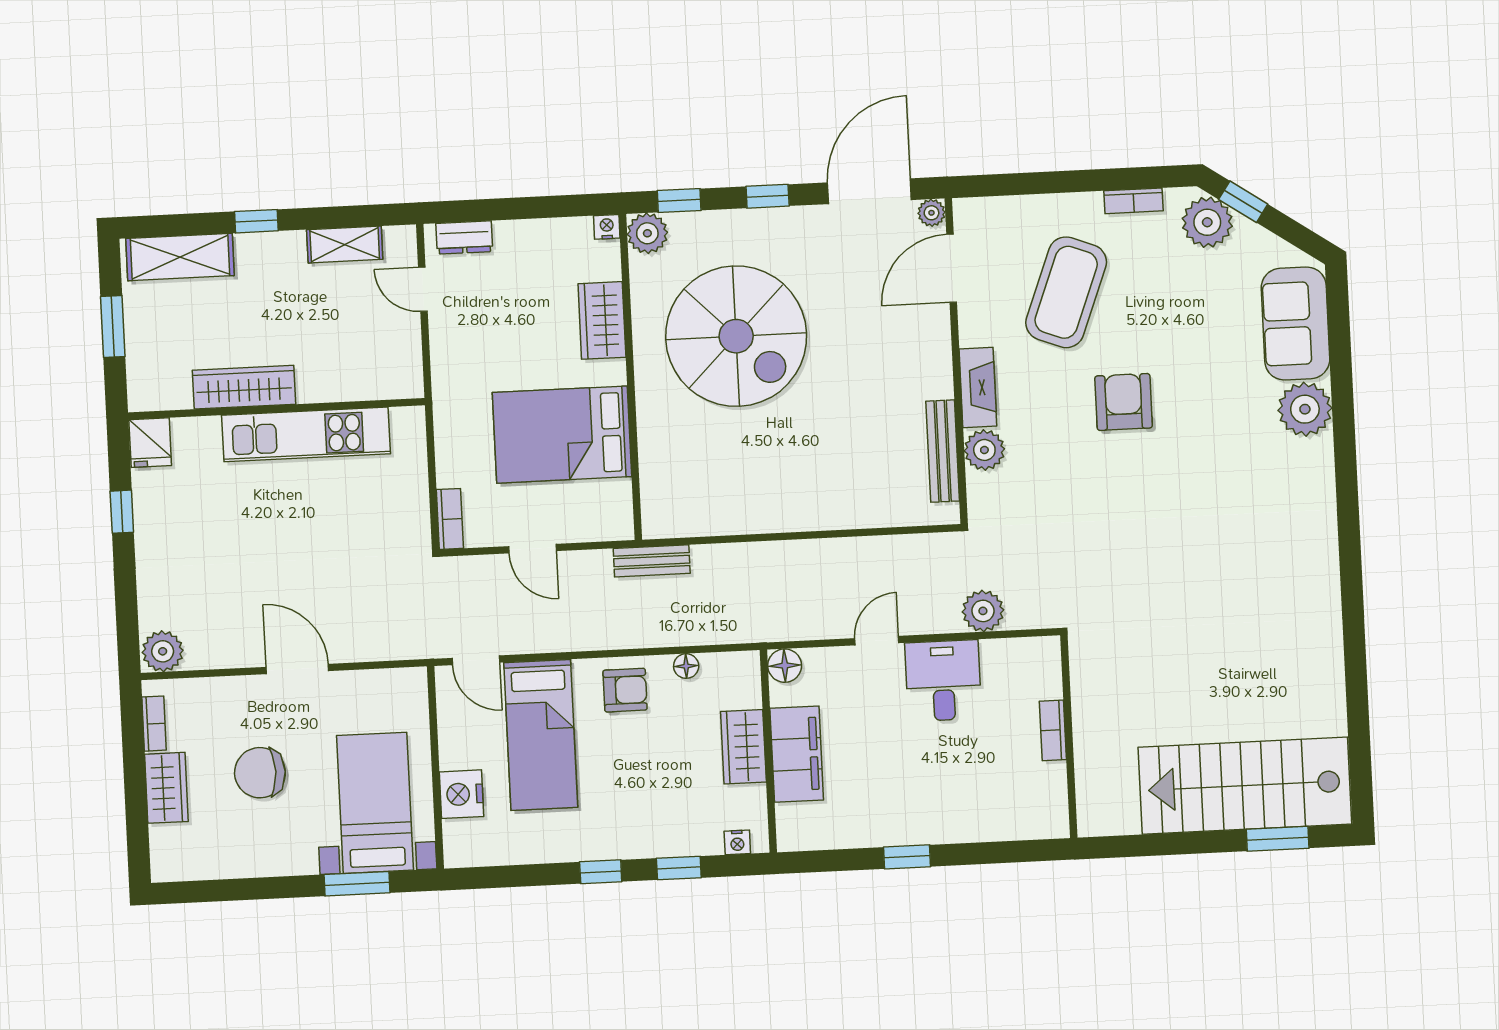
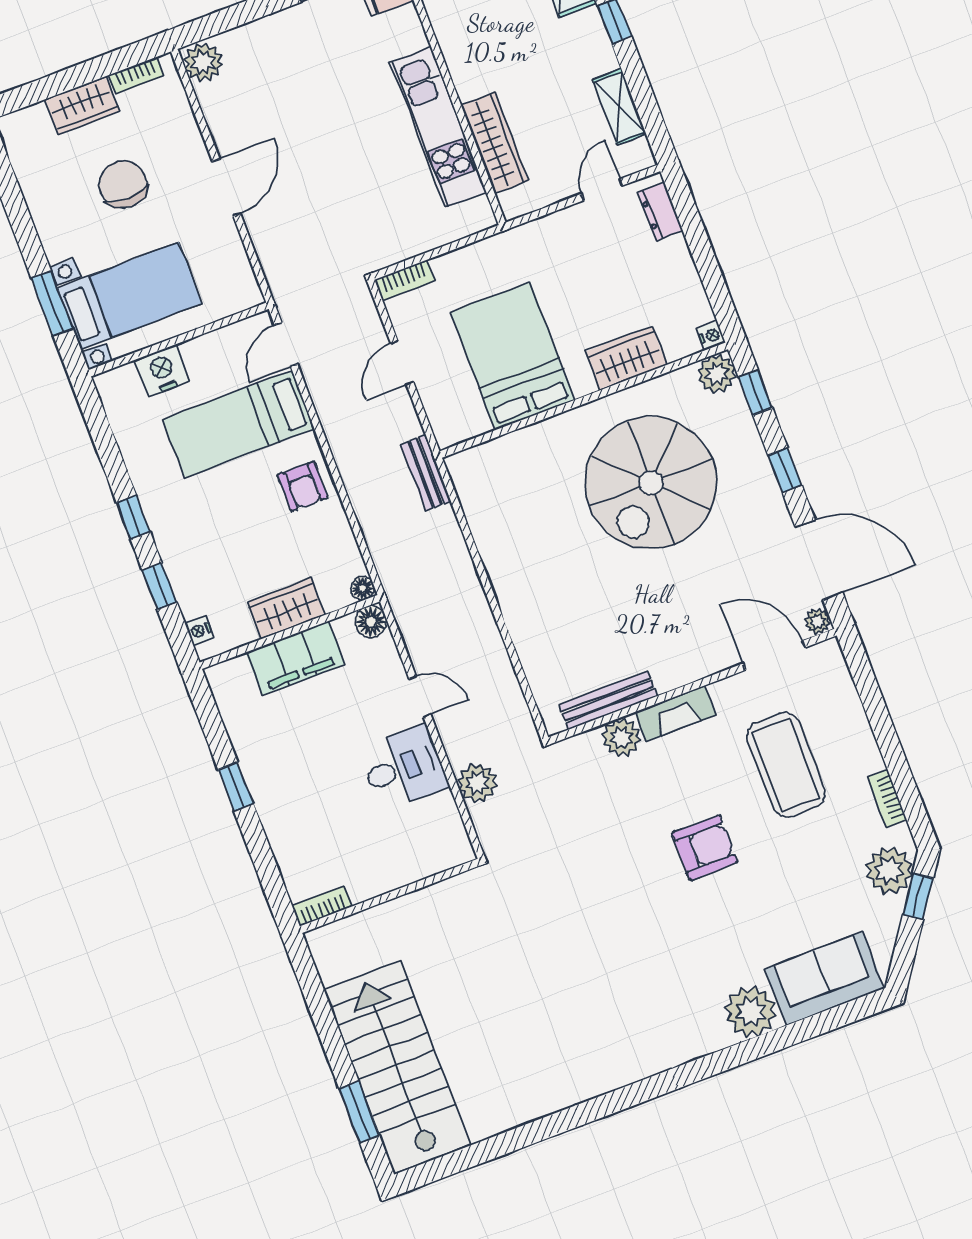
coffee table: (1066, 292) -> (786, 765), turned 69
wardrobe: (244, 387) -> (495, 143), moved
floor lamp: (686, 666) -> (363, 588), moved
bookcase: (1053, 730) -> (322, 906), moved

